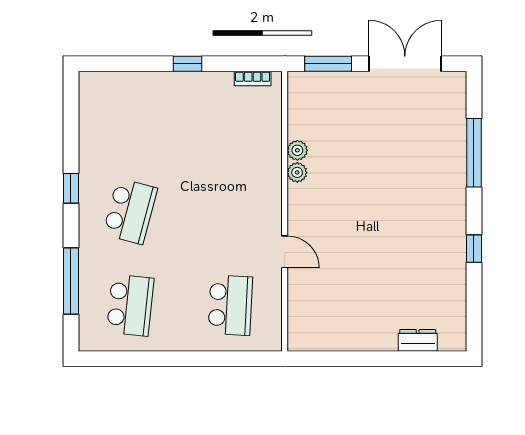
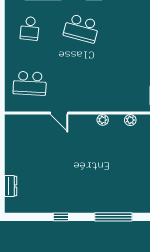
plant: (297, 150) -> (130, 120), moved
door: (285, 252) -> (59, 113), hinge flipped
school desk: (130, 305) -> (30, 28), width x0.54

